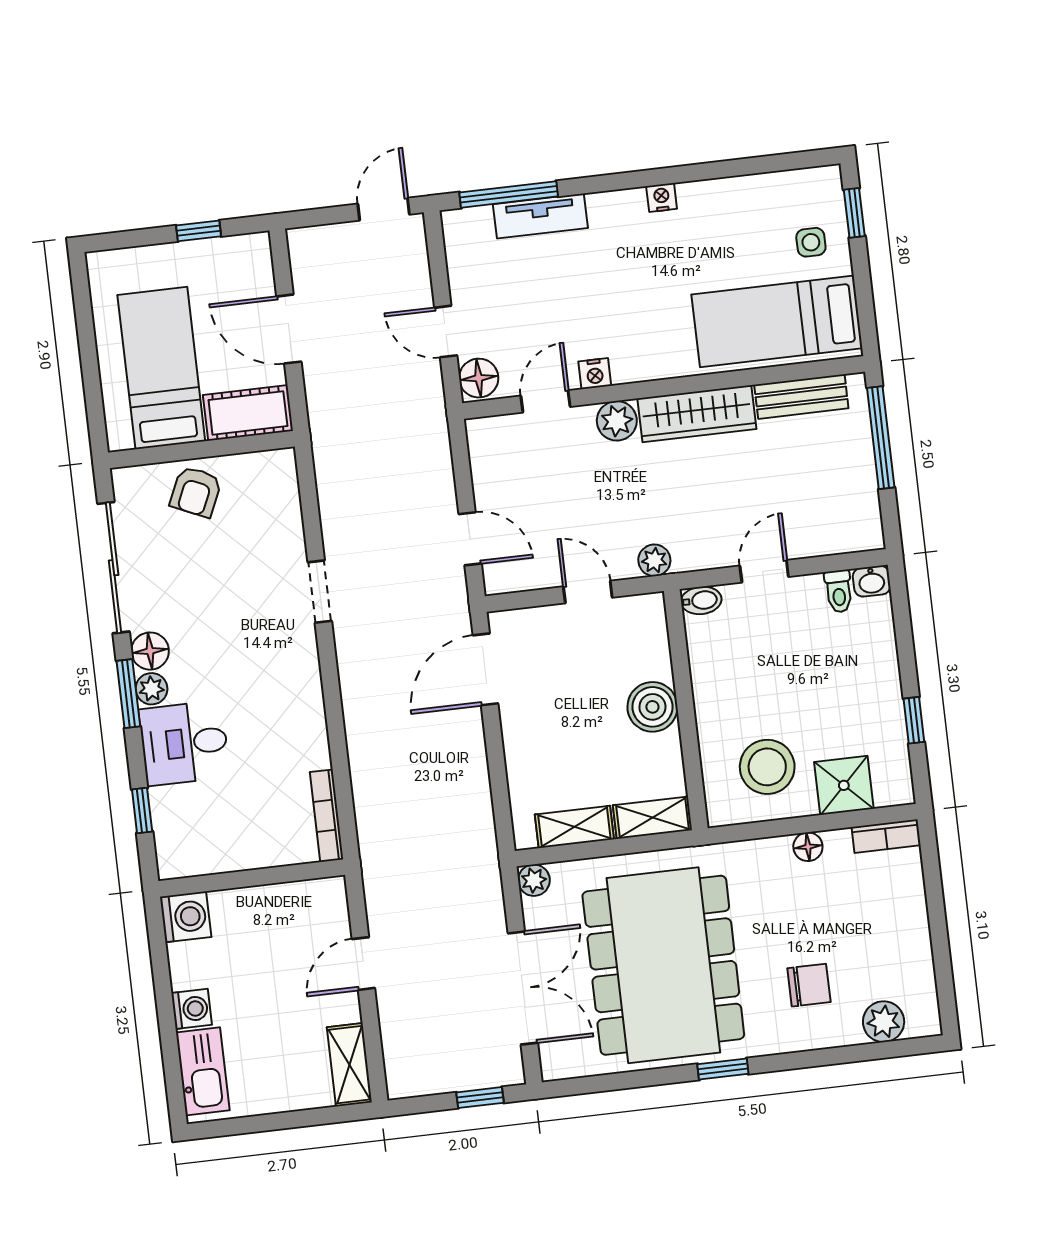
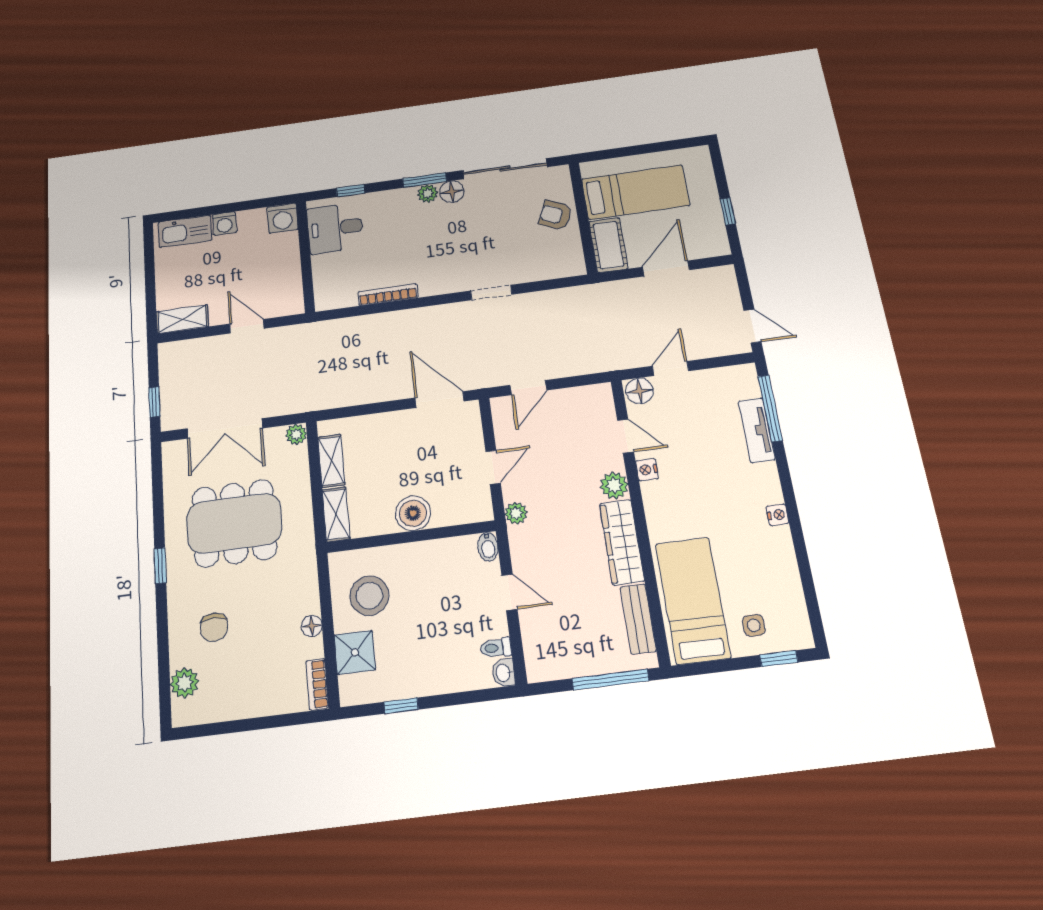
desk: (184, 743) -> (335, 228), moved, turned -90
bookcase: (327, 816) -> (388, 295), moved
dining table: (663, 965) -> (234, 523), width x0.73, depth x0.80

